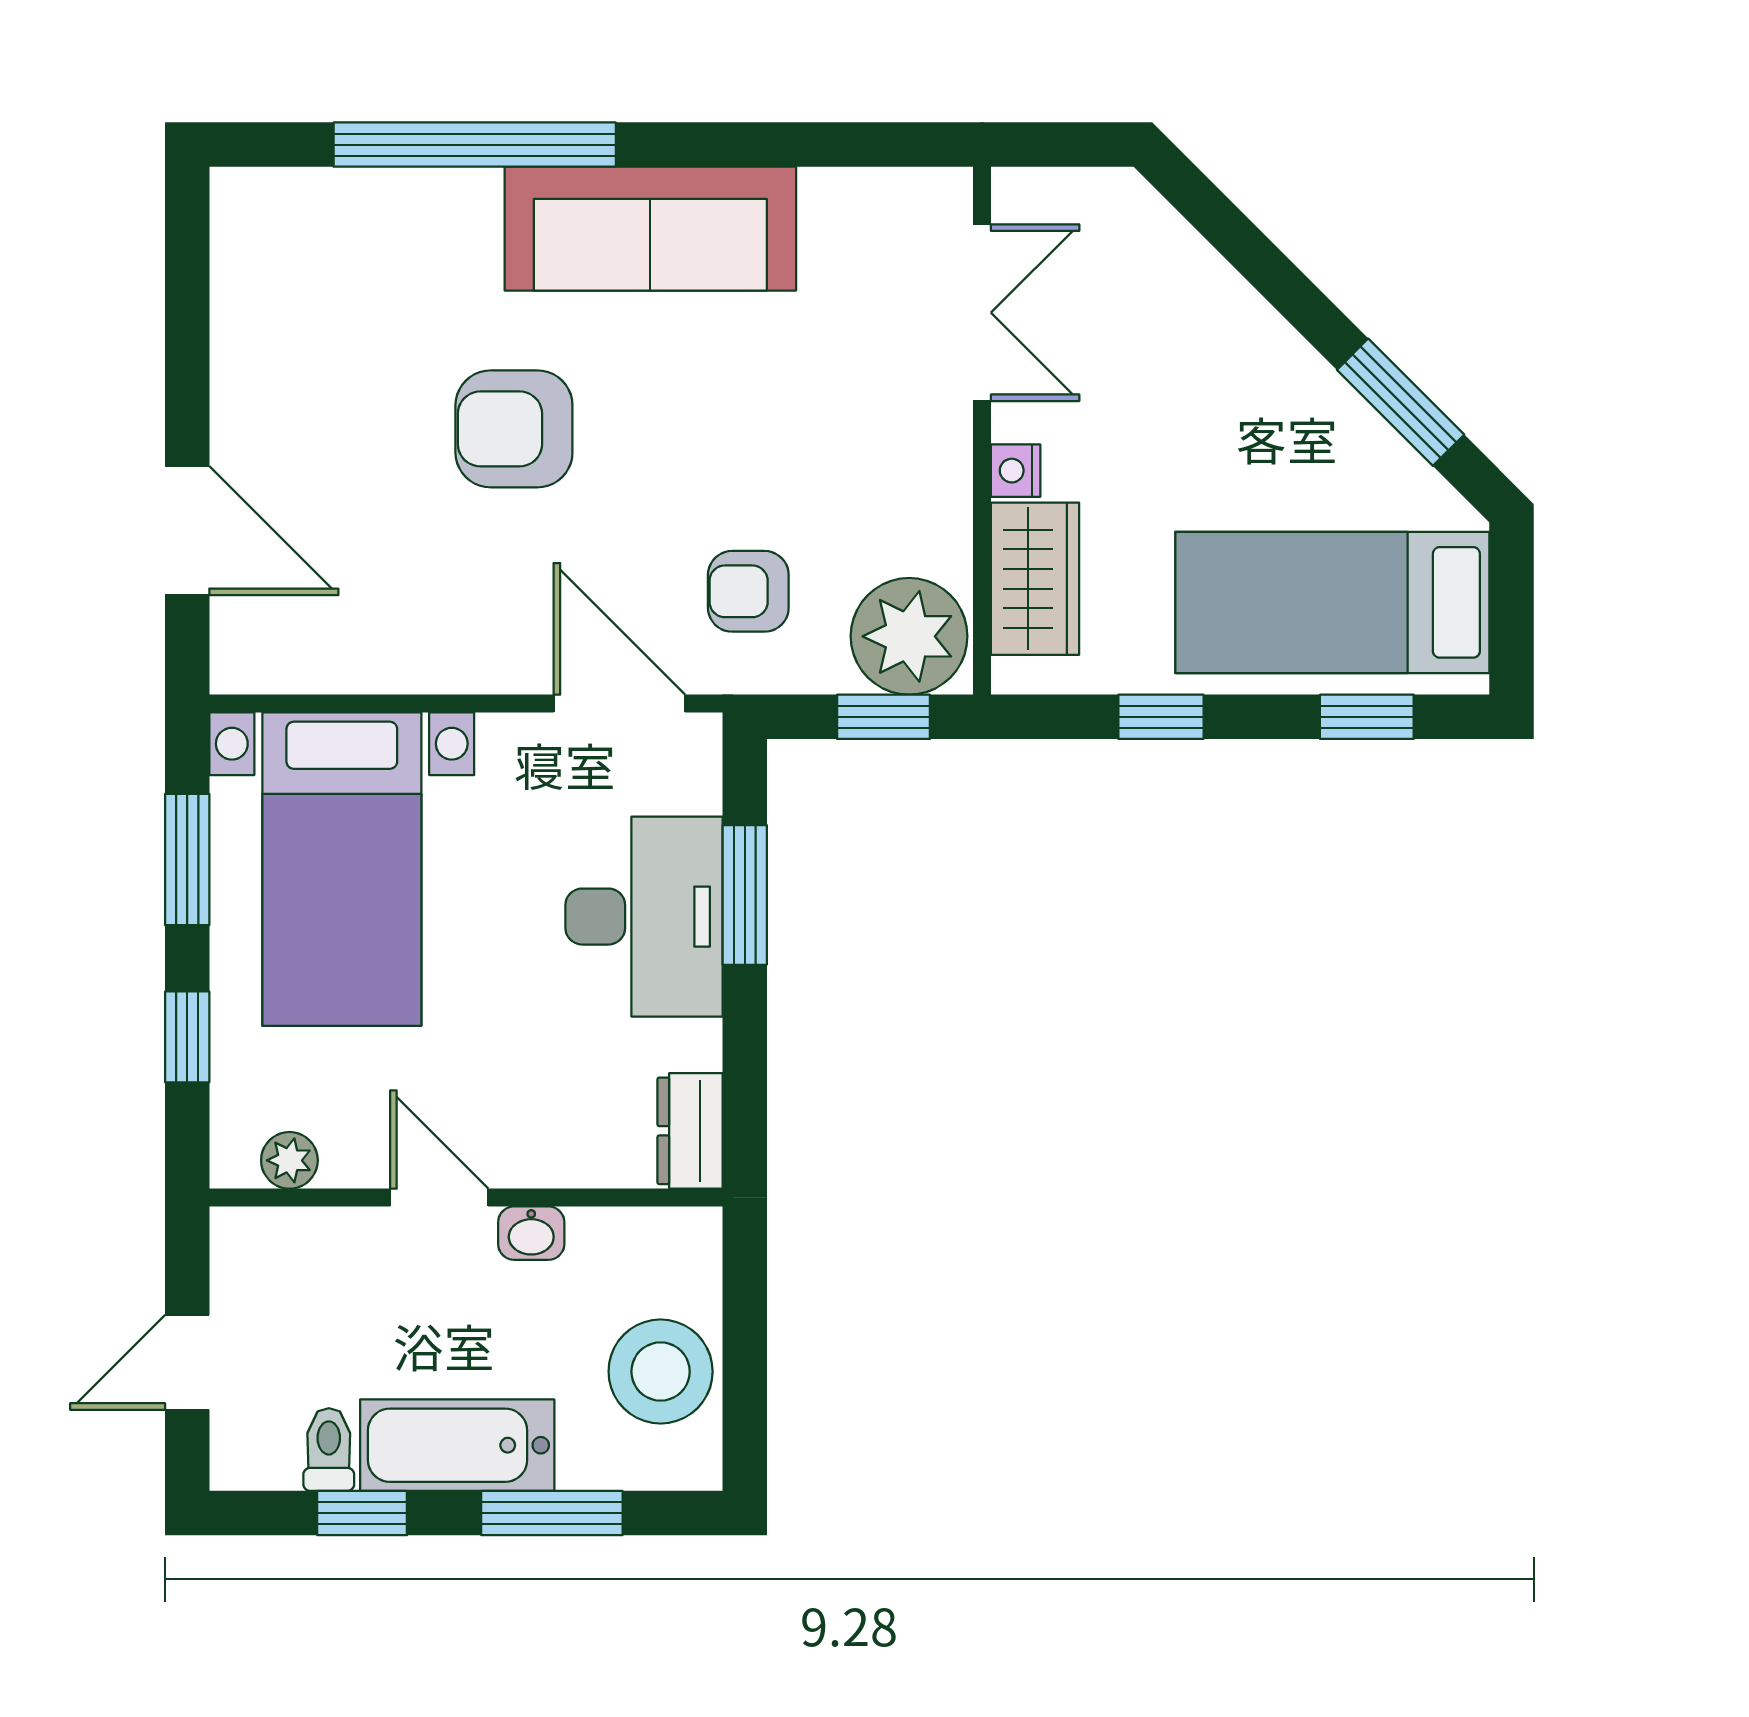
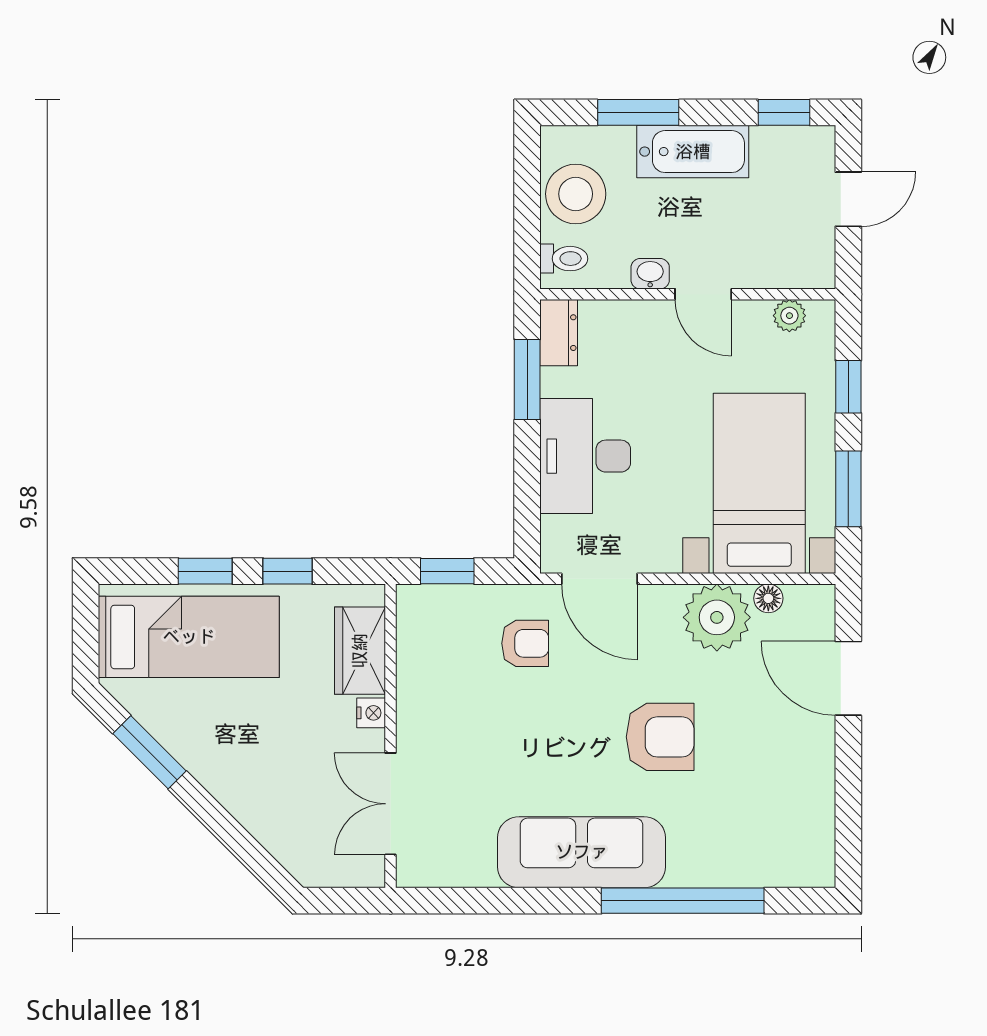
plant: (909, 636) -> (717, 617), moved
floor lamp: (326, 669) -> (768, 598), added
window: (1367, 717) -> (205, 571), moved
window: (745, 895) -> (527, 380), moved
toilet: (329, 1450) -> (564, 259), moved, turned -90
window: (362, 1513) -> (784, 112), moved

